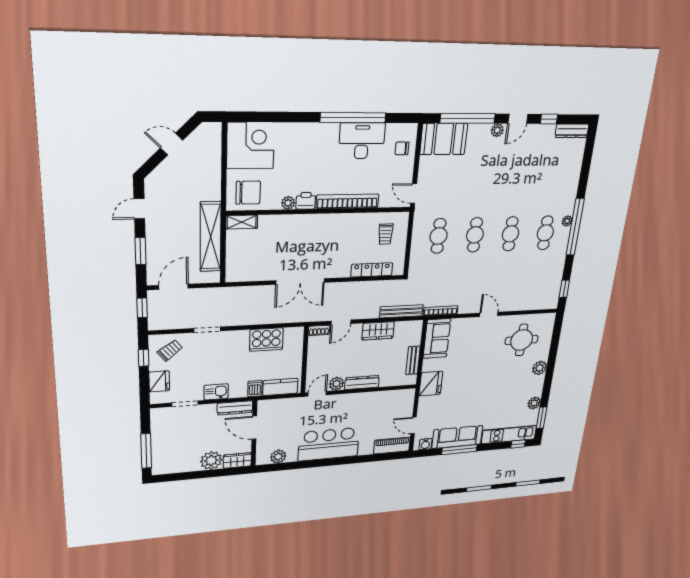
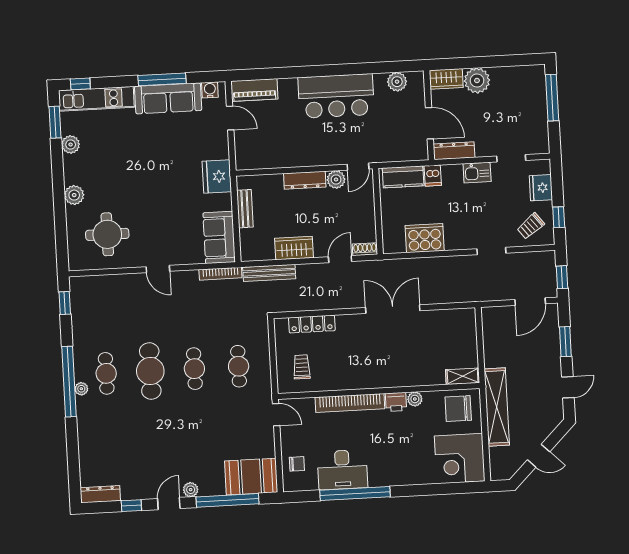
cafe table: (511, 234) -> (150, 371), width x1.37, depth x1.35
shelving: (211, 237) -> (497, 407), moved

